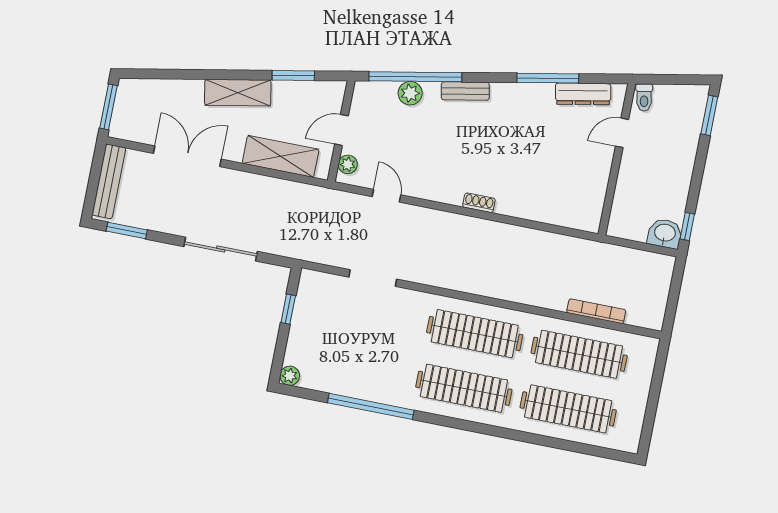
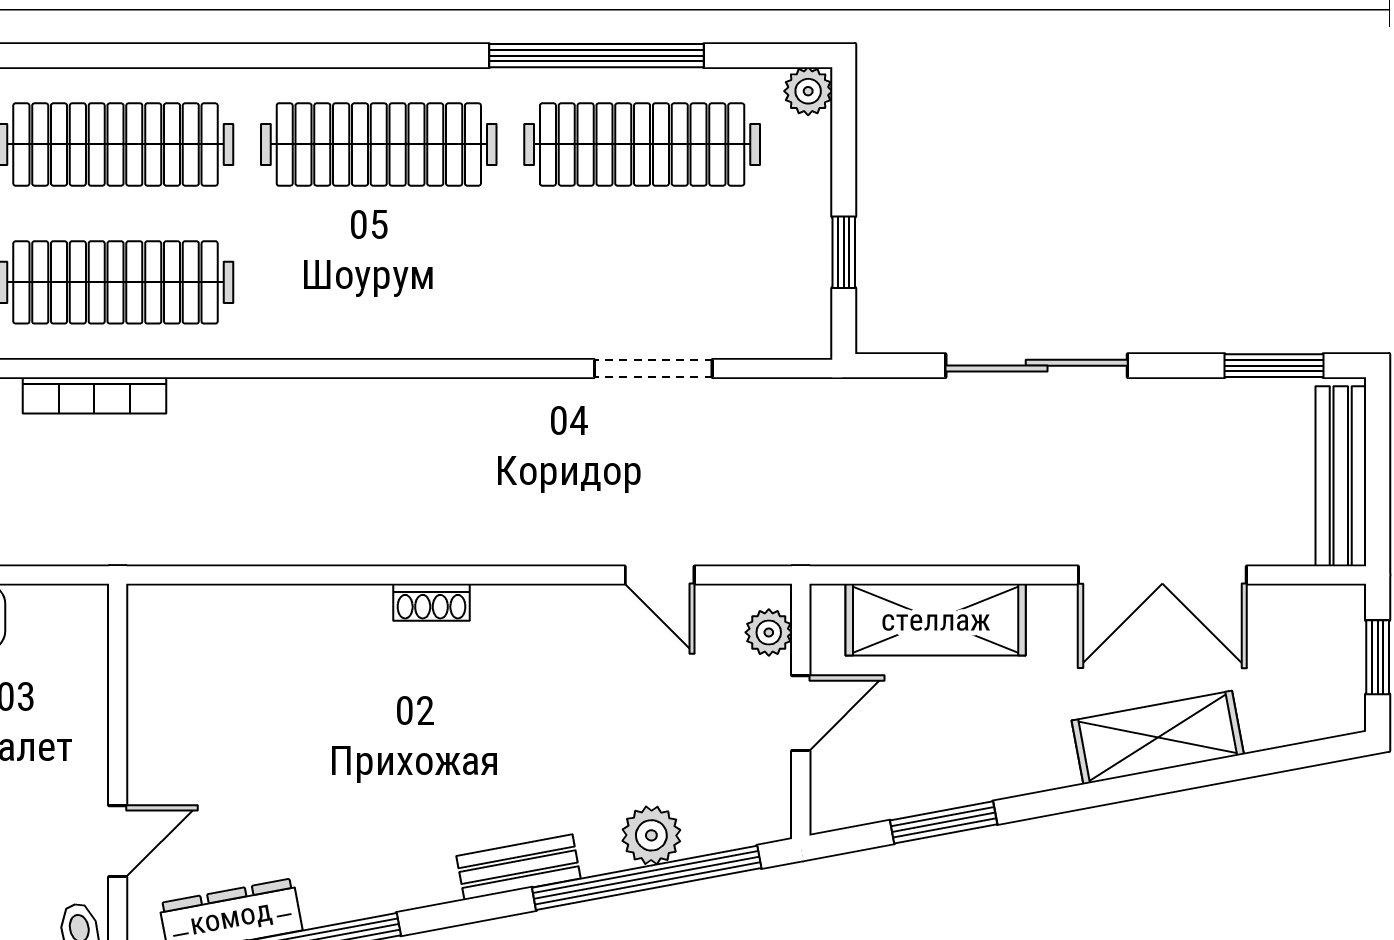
shelving: (238, 93) -> (1158, 738), moved
window: (109, 107) -> (1378, 657), width x0.67
clothes rail: (475, 334) -> (642, 144), moved

